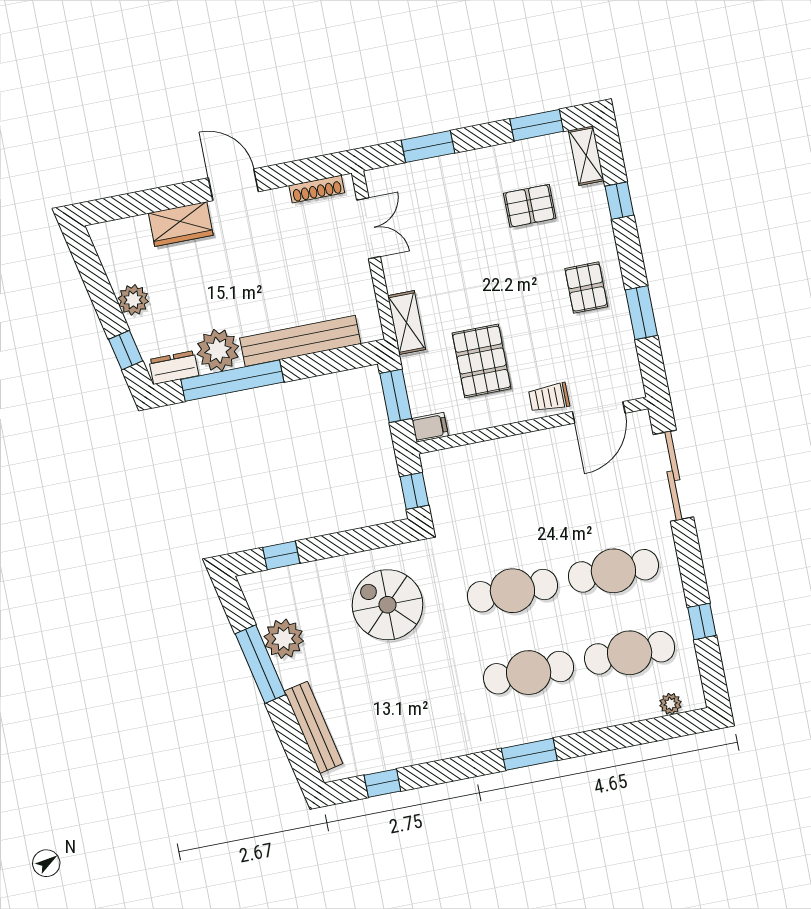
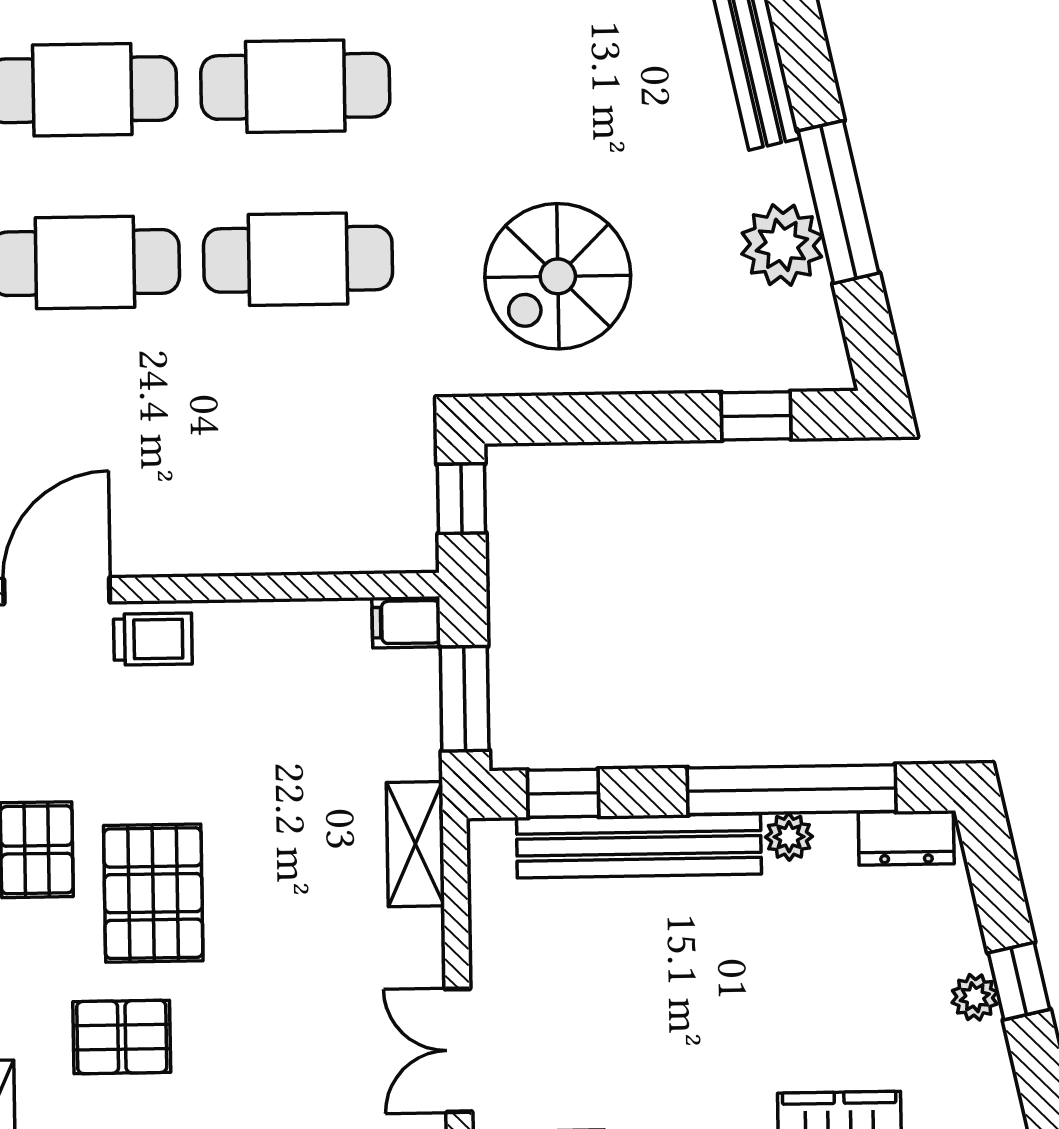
plant: (133, 300) -> (975, 997), width x0.73, depth x0.73
window: (126, 350) -> (1019, 981), moved
plant: (218, 350) -> (789, 837), width x0.53, depth x0.53
window: (341, 359) -> (563, 793), added
pallet: (482, 361) -> (153, 893), moved
spiral stairs: (387, 605) -> (558, 276), turned 90

